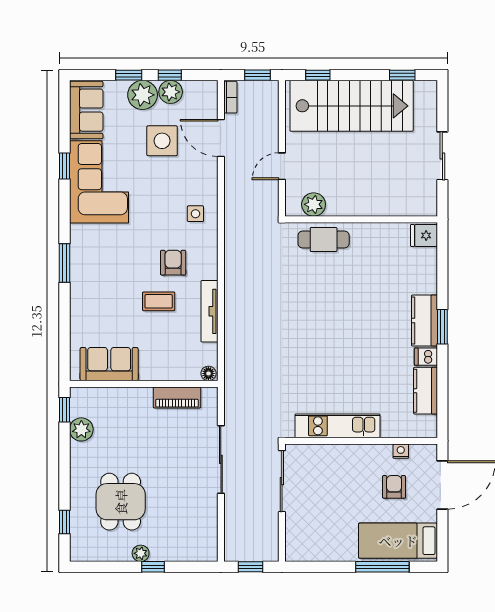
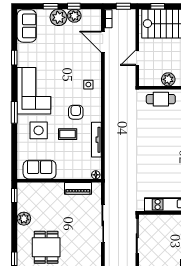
side table: (162, 141) -> (39, 130), moved
corner sofa: (99, 182) -> (34, 91), moved
plant: (314, 204) -> (168, 79), moved
plant: (81, 429) -> (24, 219), moved

